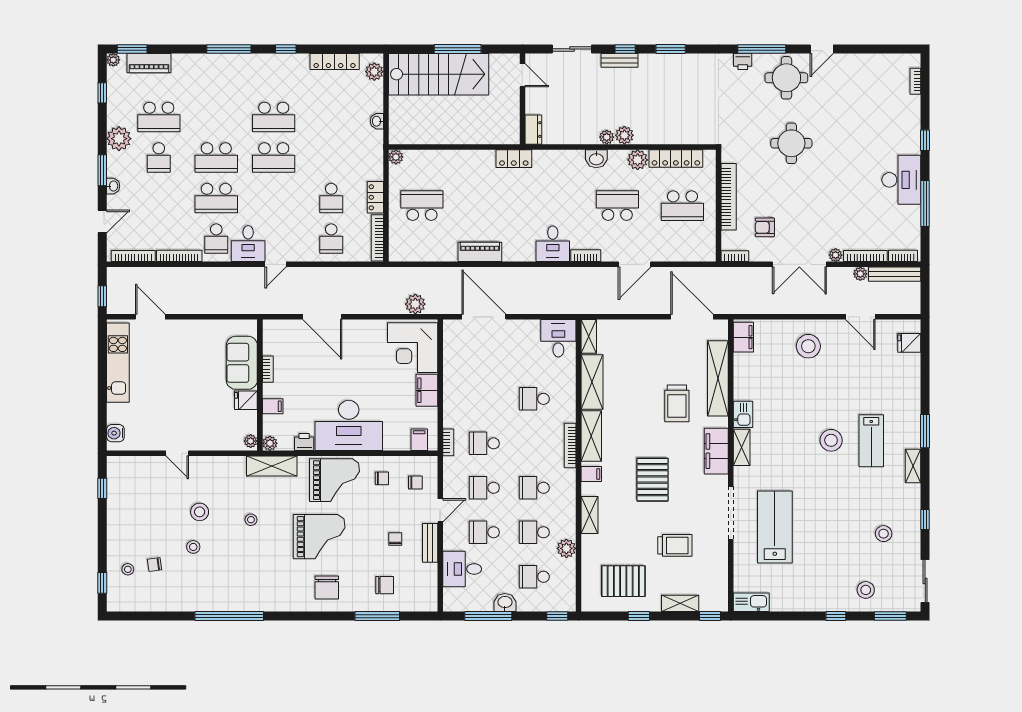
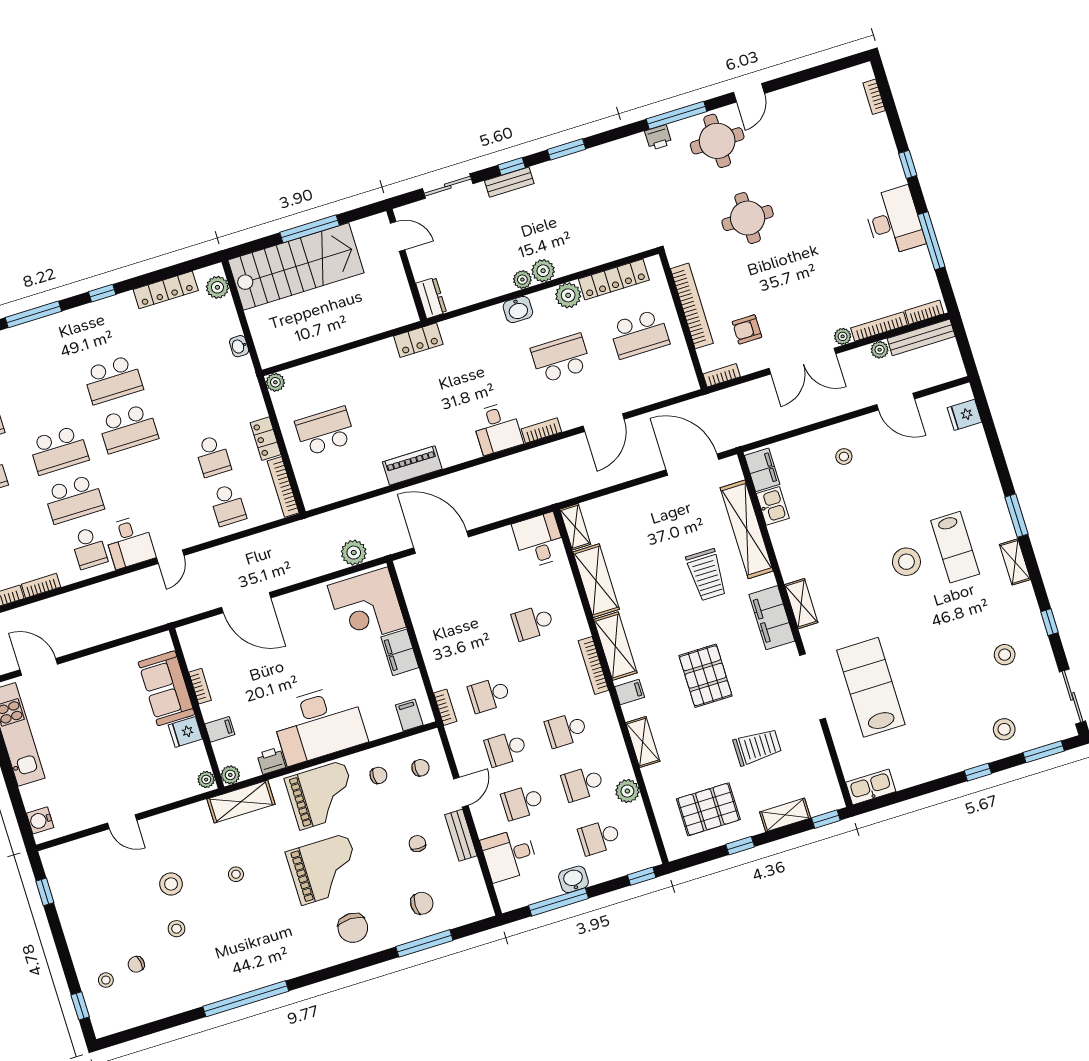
bookcase: (179, 256) -> (41, 586), width x0.64
stool: (808, 346) -> (844, 457), width x0.53, depth x0.53
kitchen sink: (743, 414) -> (773, 506), moved

